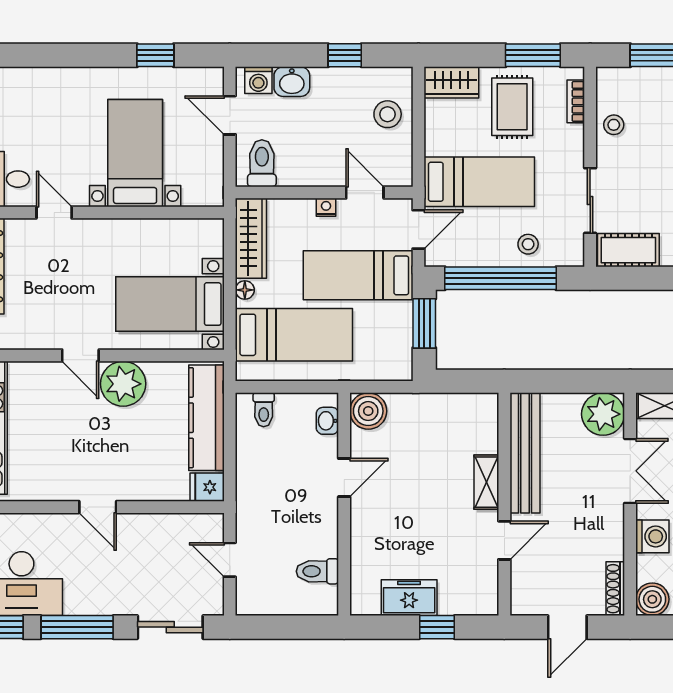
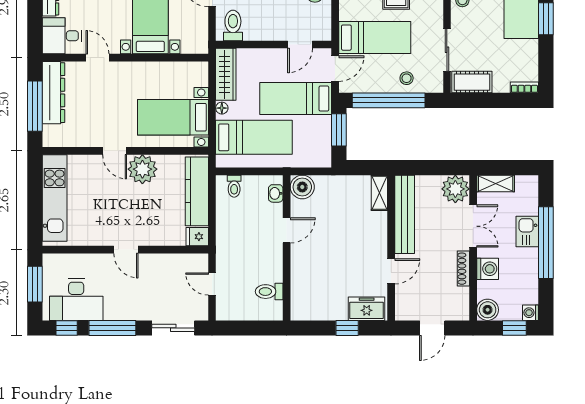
door: (365, 192) -> (300, 45), swing flipped
nightstand: (326, 207) -> (275, 54), removed
shelving: (486, 482) -> (379, 193), moved
shoe rack: (615, 589) -> (463, 269), moved
freezer: (409, 598) -> (367, 309), moved

